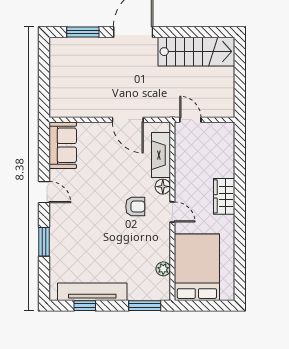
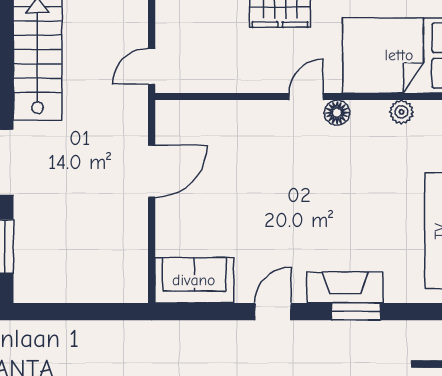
fireplace: (161, 155) -> (345, 287), moved, turned 180
floor lamp: (163, 187) -> (337, 113), moved
armchair: (135, 207) -> (297, 159), removed

